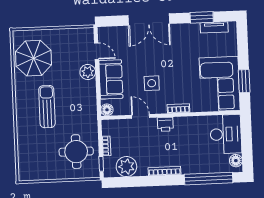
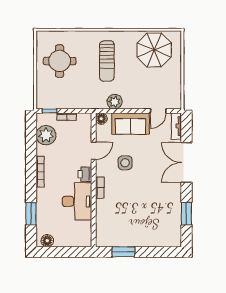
tv unit: (214, 27) -> (176, 126), moved
plant: (88, 72) -> (115, 102), moved
corner sofa: (220, 84) -> (122, 228), removed
sun lounger: (47, 107) -> (107, 61), turned 90
desk: (226, 134) -> (77, 201), moved, turned -90
round table: (76, 152) -> (60, 61), moved
window: (209, 179) -> (31, 214), width x0.47

